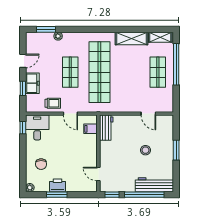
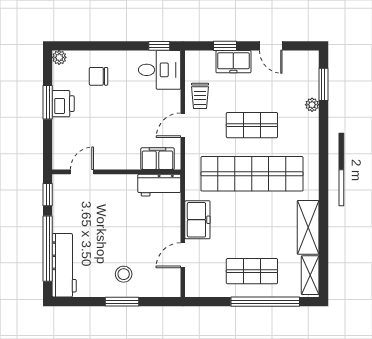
freezer: (127, 105) -> (197, 220), added
filing cabinet: (90, 129) -> (157, 159), width x2.00
stool: (145, 150) -> (124, 274), moved

